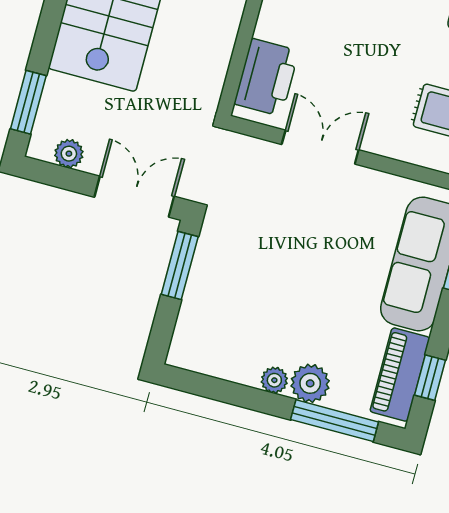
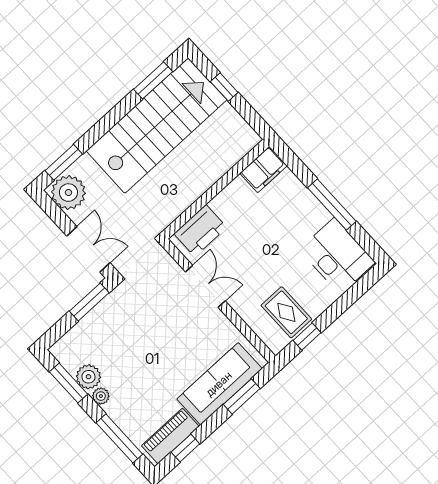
plant: (69, 154) -> (68, 193), width x1.87, depth x1.87
plant: (310, 383) -> (88, 377), moved
window: (221, 390) -> (69, 383), added

